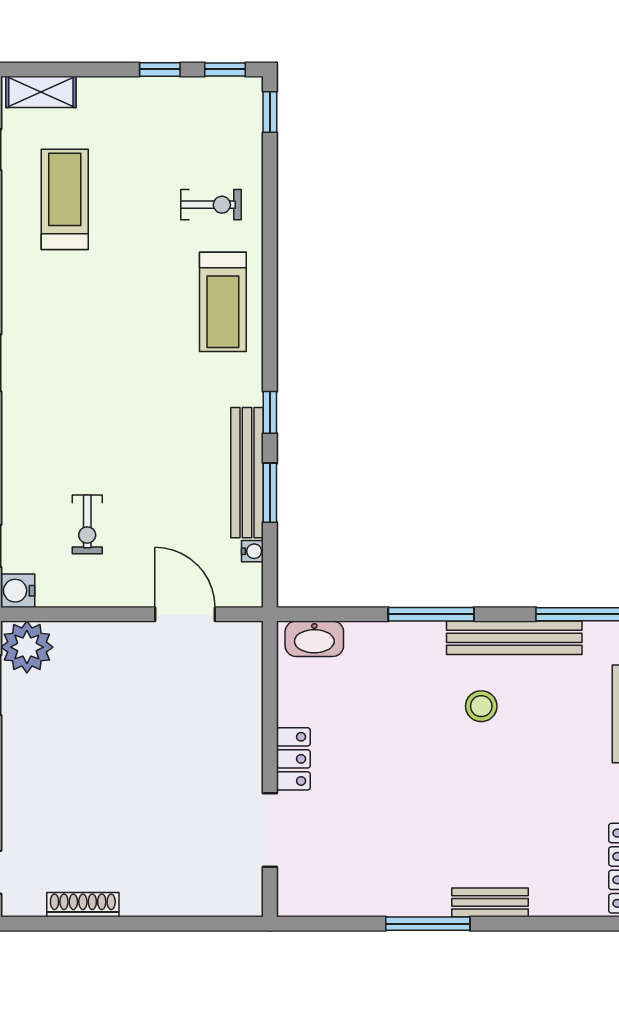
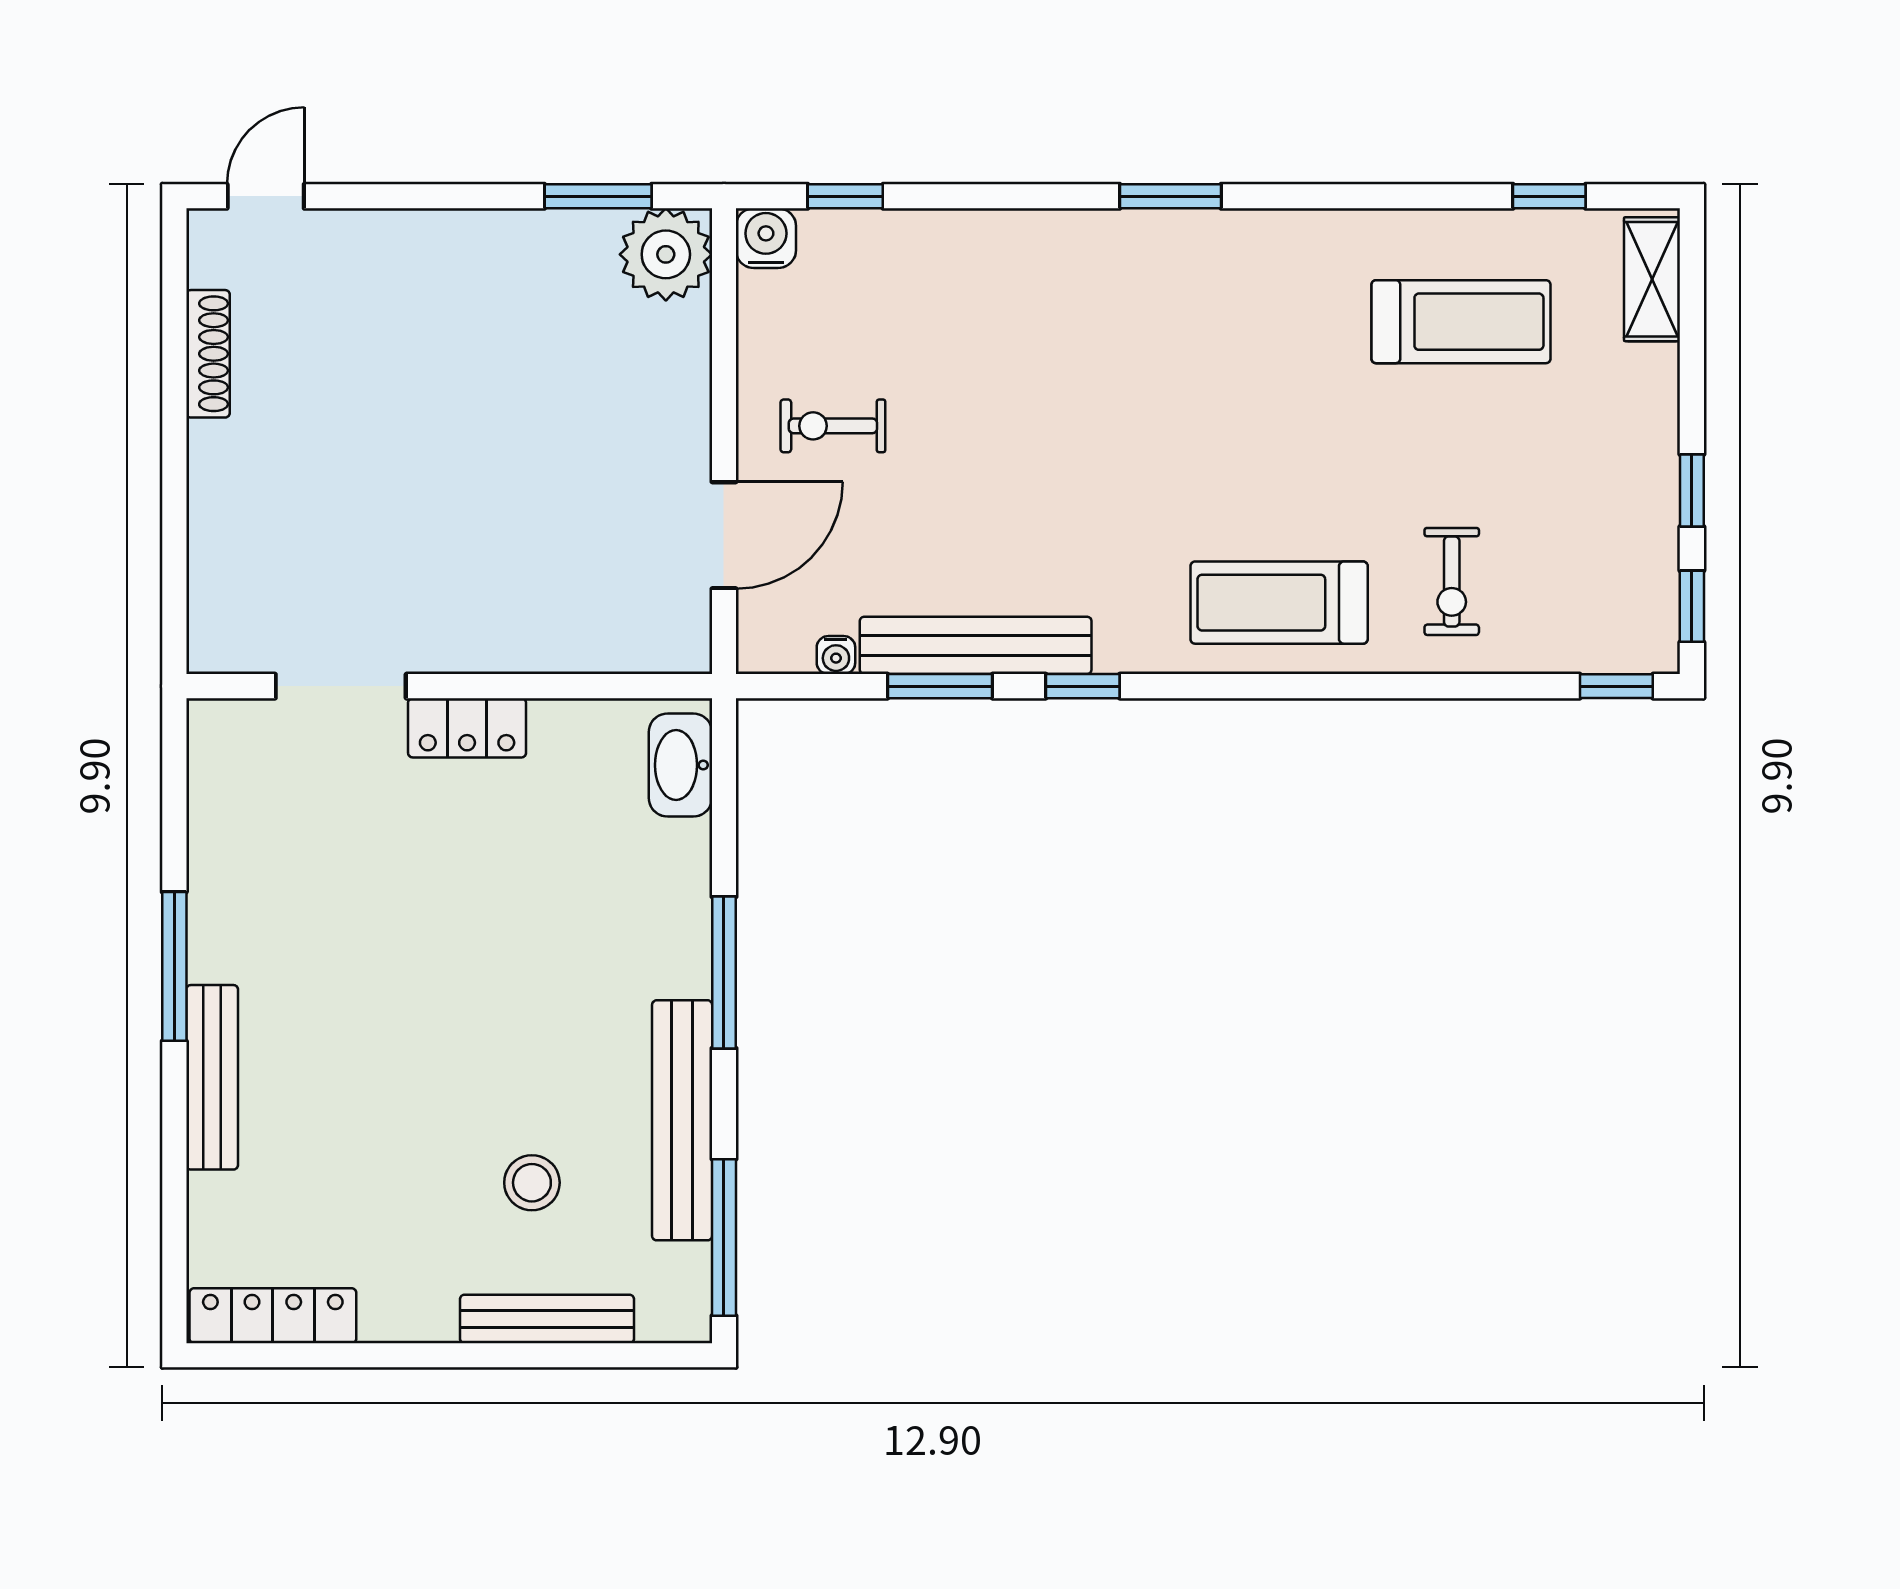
exercise bike: (87, 524) -> (833, 426), moved
stool: (481, 706) -> (532, 1183), moved
bench: (490, 902) -> (212, 1077), width x1.36

